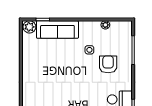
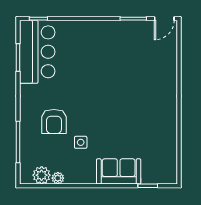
plant: (29, 27) -> (42, 175), moved
sofa: (57, 30) -> (119, 171), width x0.73

